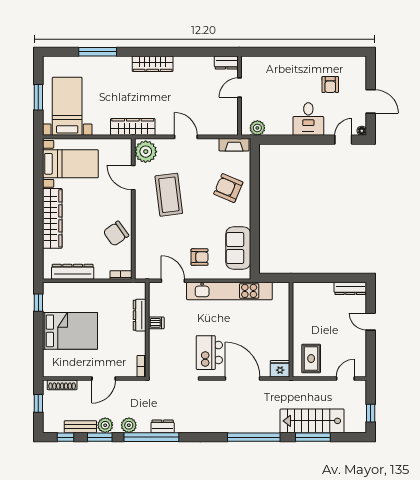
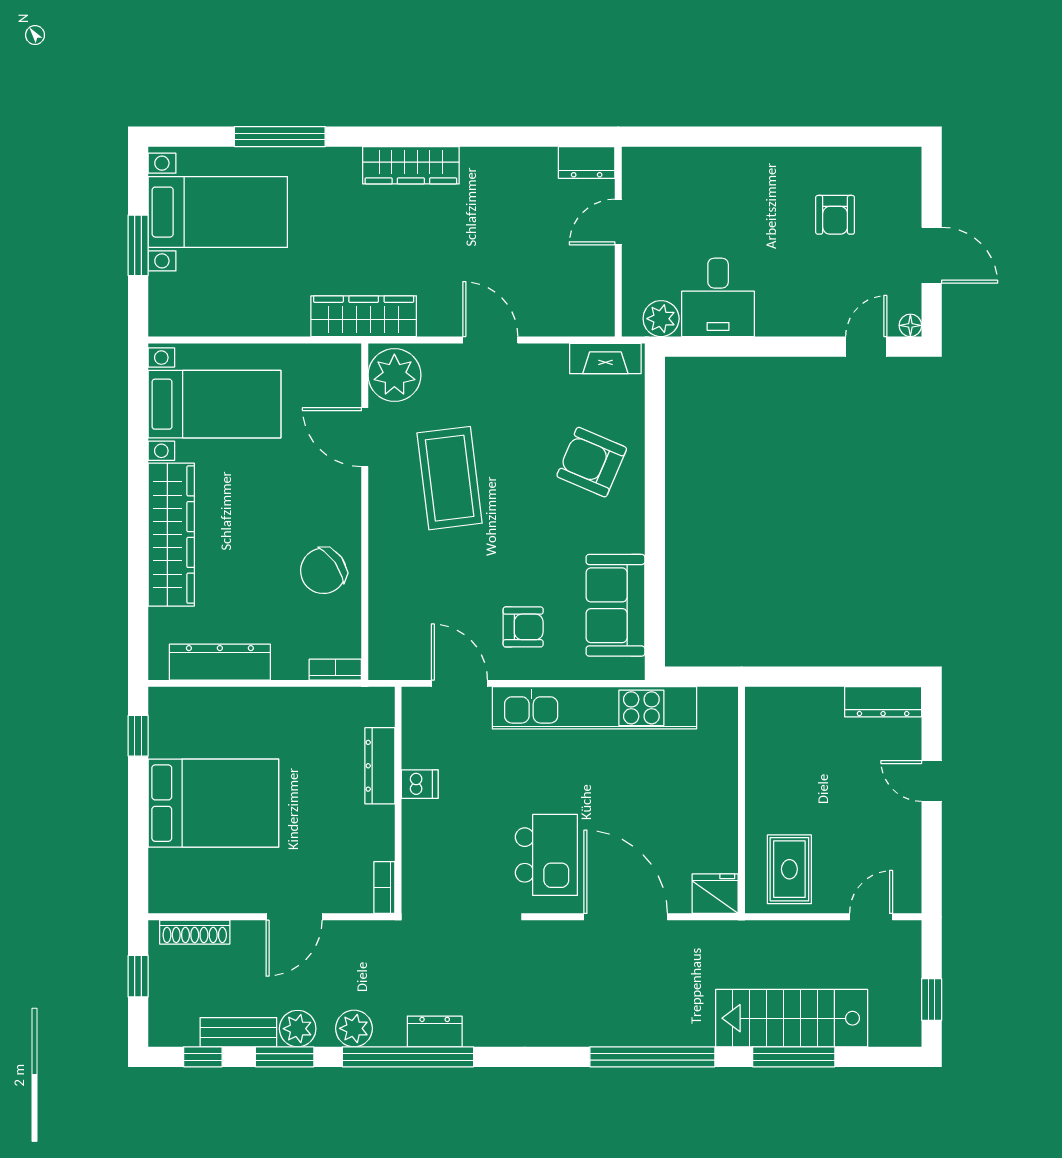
bed with nightstands: (67, 106) -> (218, 212), moved, turned 90
desk: (308, 119) -> (718, 297), moved
kitchen island: (209, 353) -> (546, 855), turned 180

